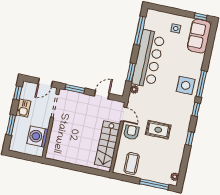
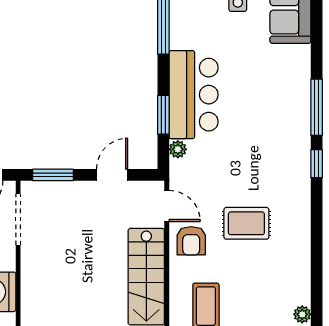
bar counter: (148, 59) -> (194, 95), width x0.73
side table: (186, 85) -> (284, 118), removed
armchair: (131, 132) -> (191, 241), turned 180
window: (190, 138) -> (317, 227), removed

